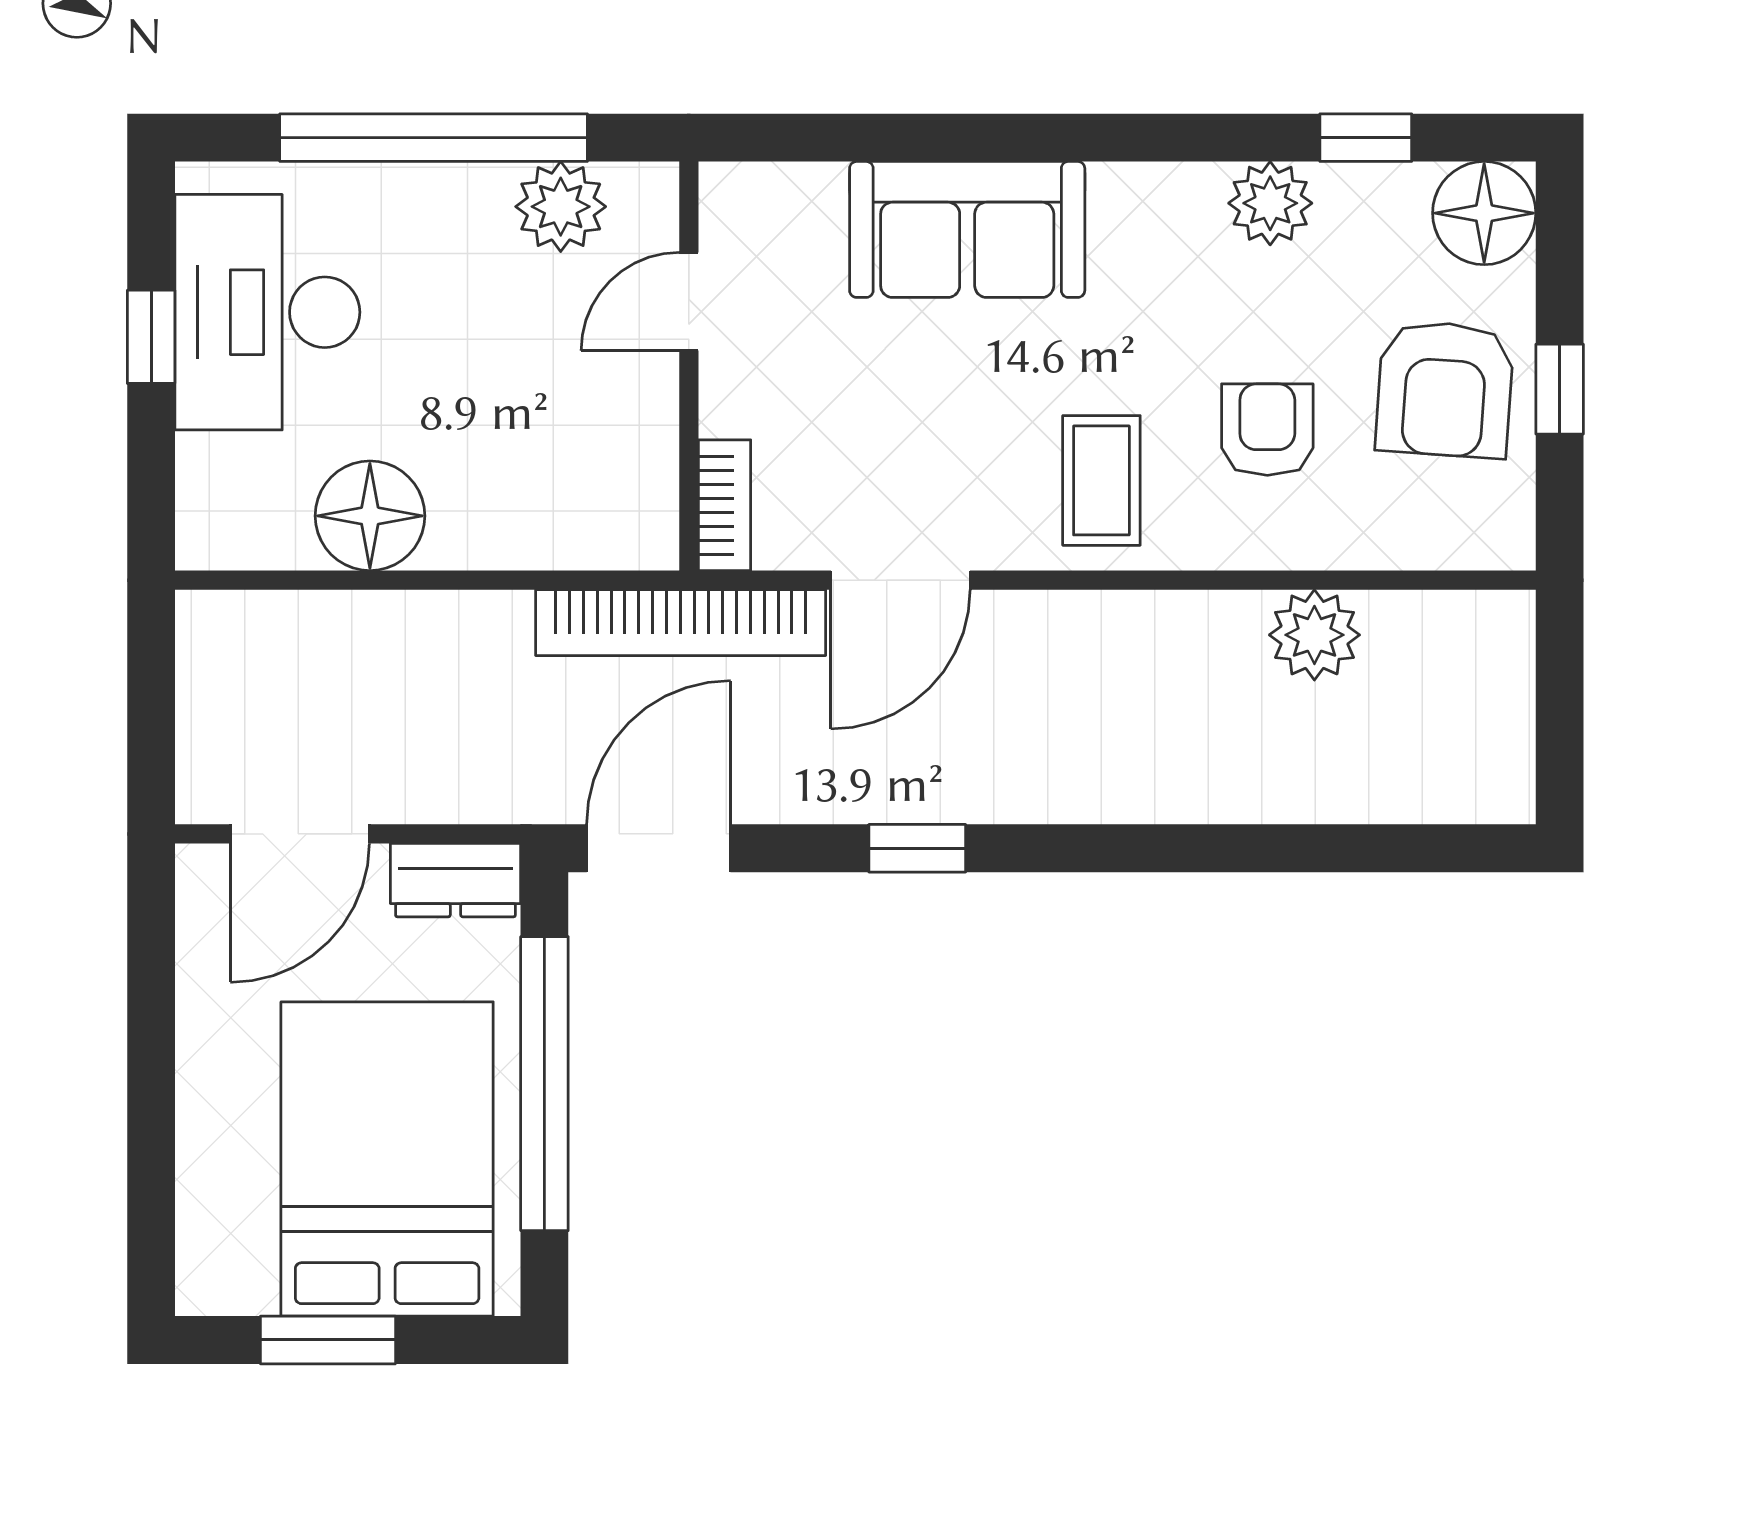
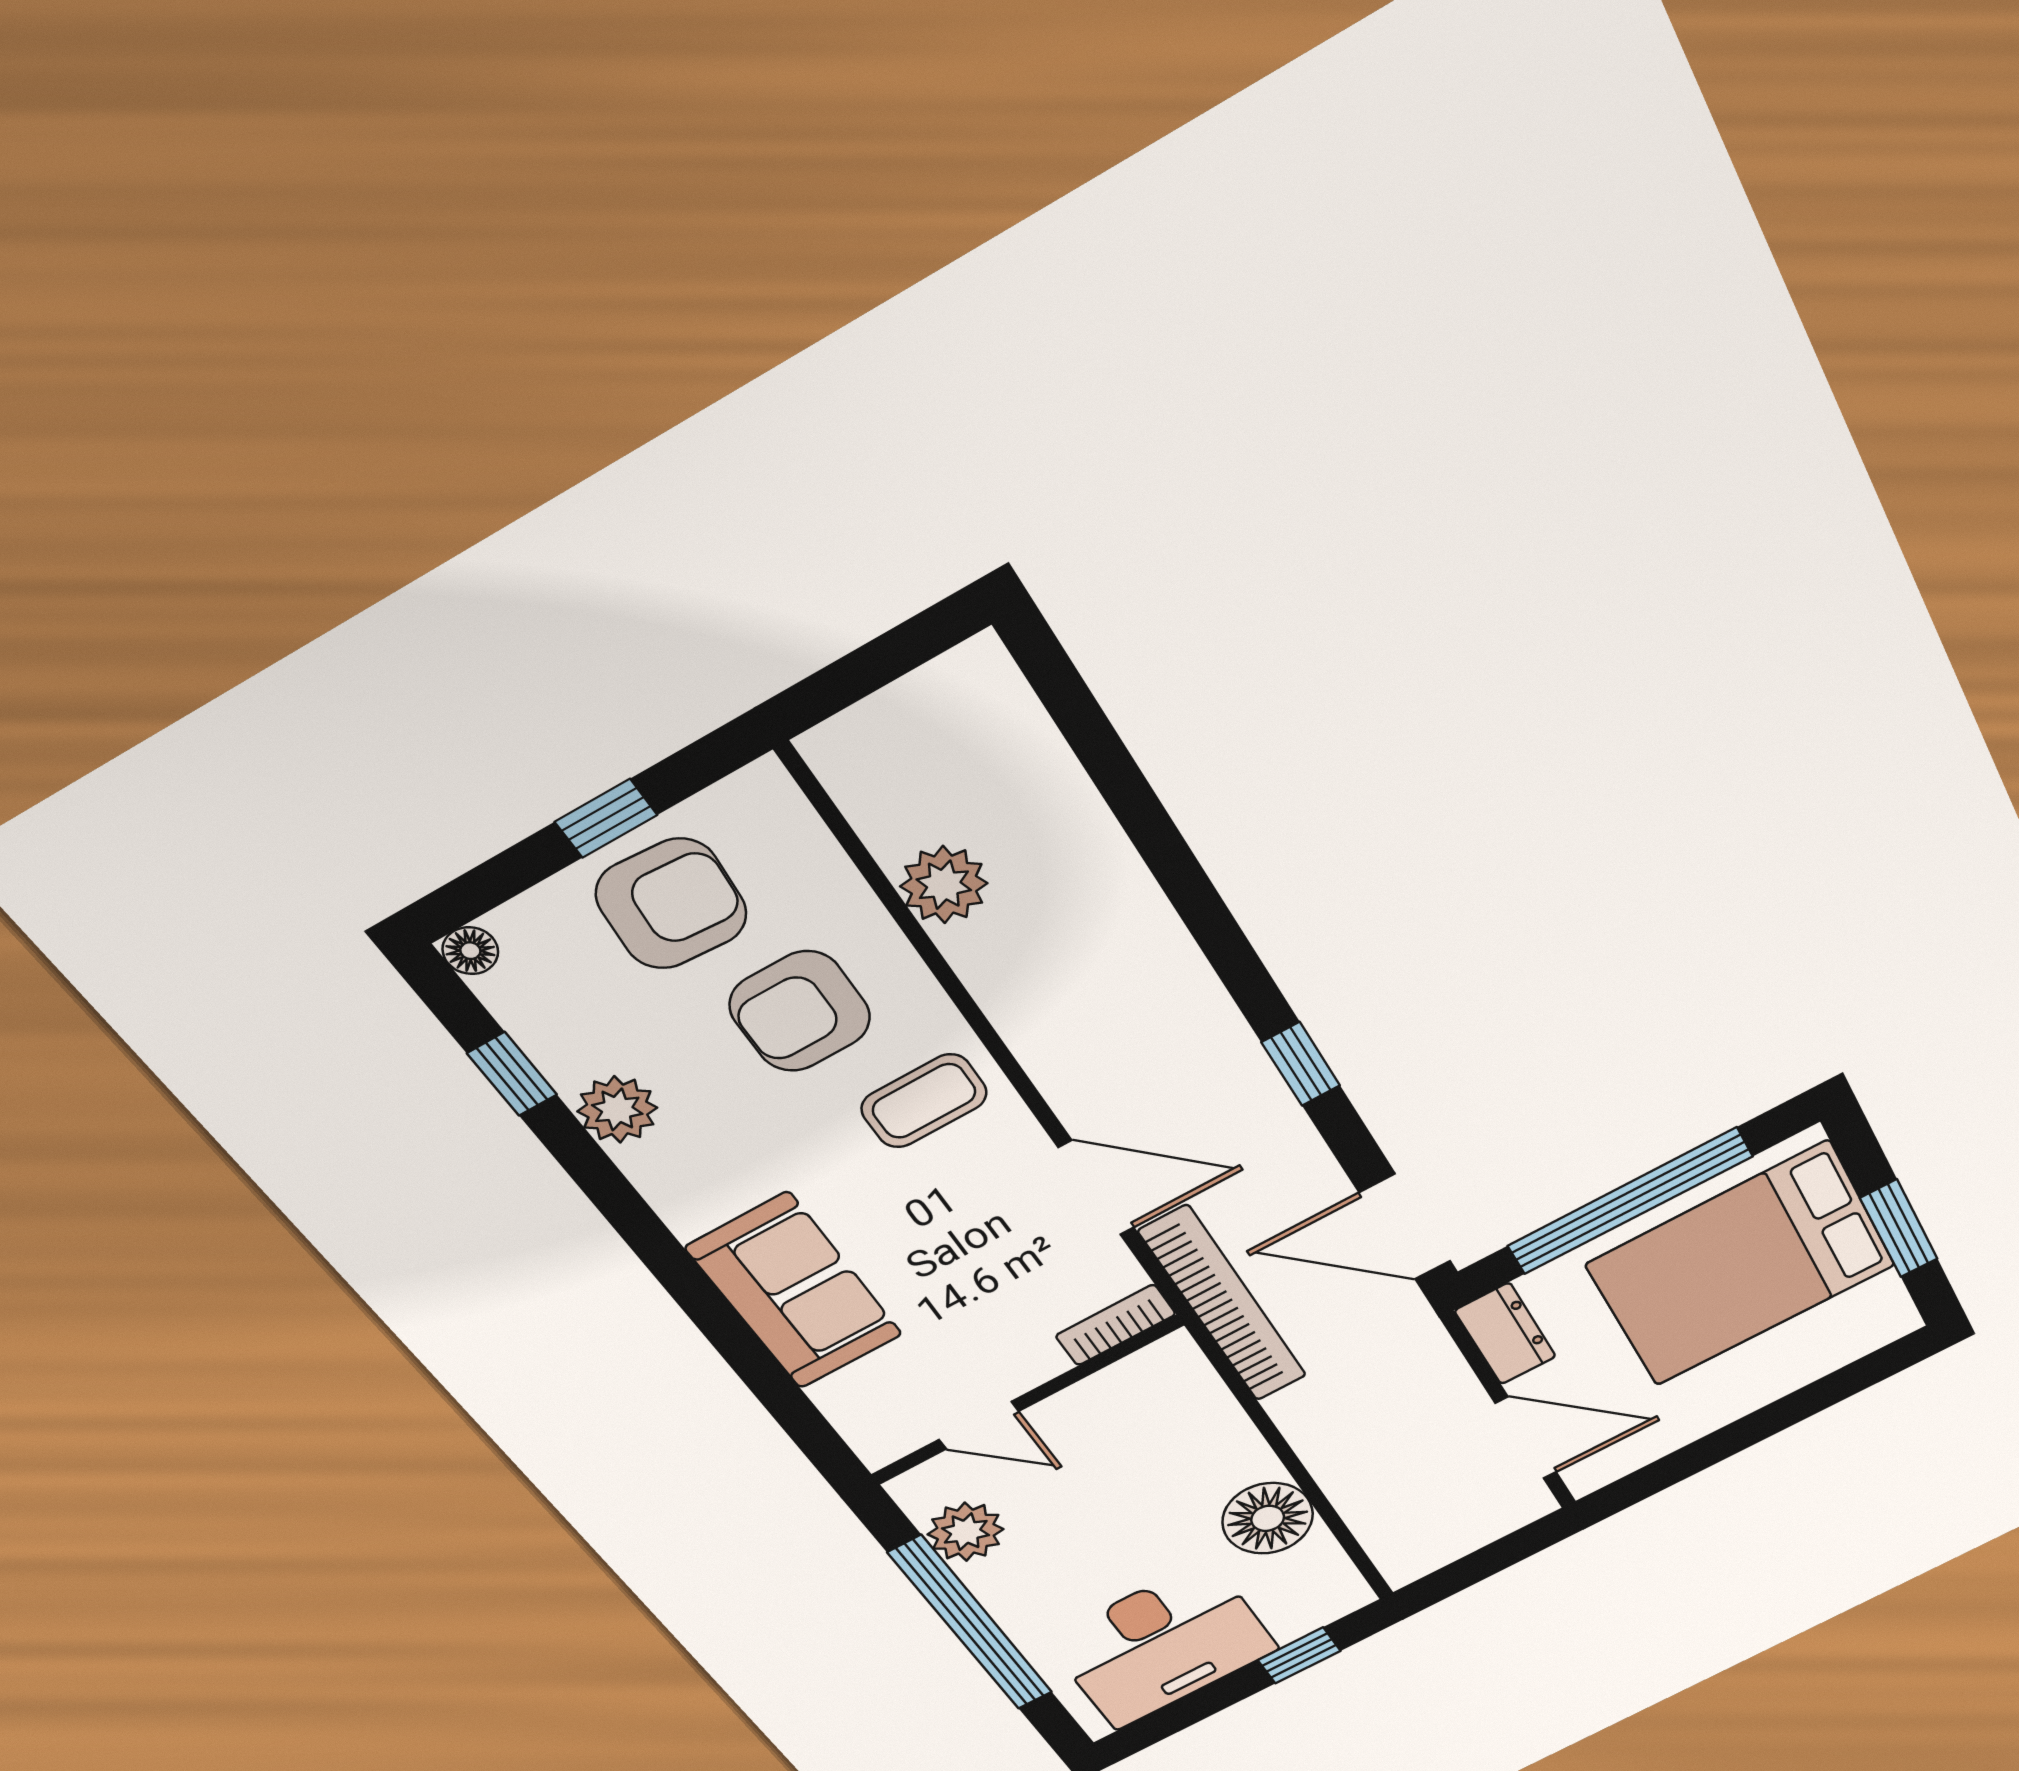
floor lamp: (1484, 213) -> (470, 951), width x0.53, depth x0.53
window: (151, 337) -> (1299, 1655), moved
armchair: (1267, 430) -> (800, 1011), width x1.38, depth x1.38

